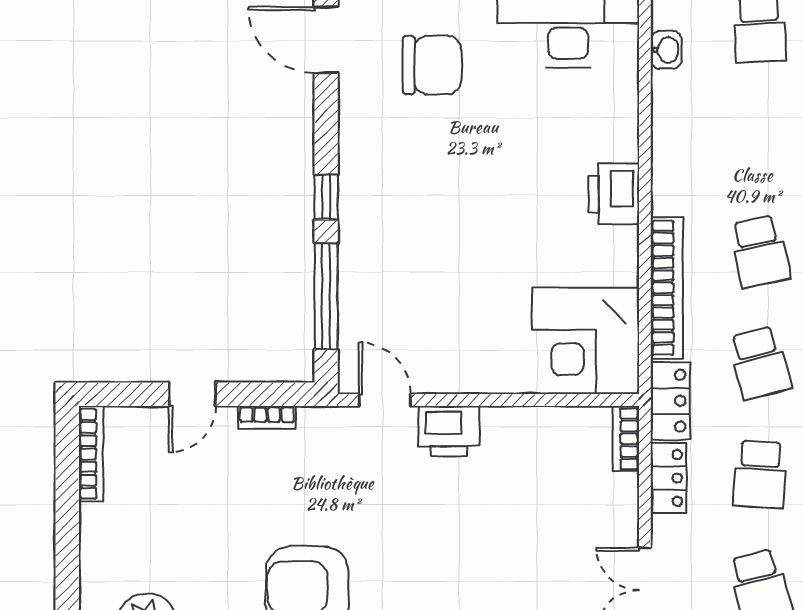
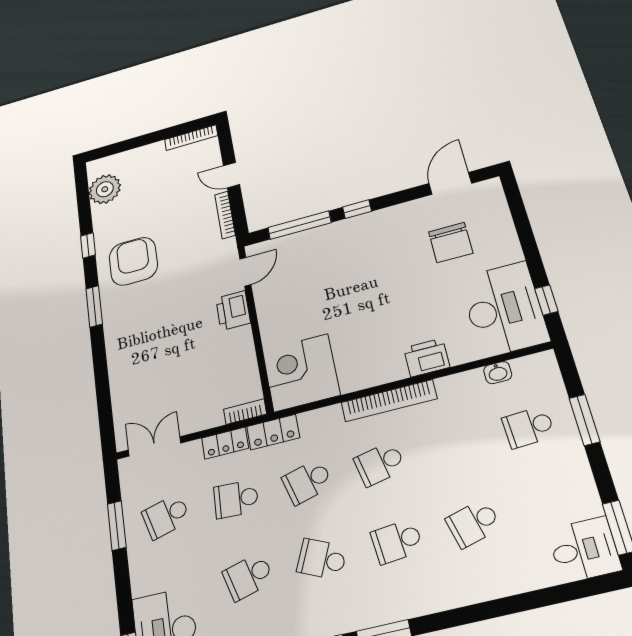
printer: (614, 194) -> (427, 358), moved
bookcase: (667, 288) -> (389, 401), moved
bookcase: (267, 417) -> (225, 215), width x1.56

